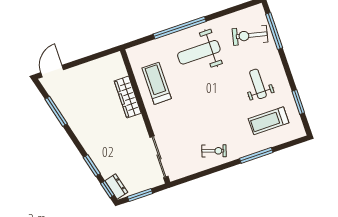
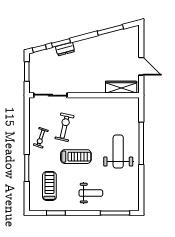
exercise bike: (250, 35) -> (64, 127), moved
door: (52, 71) -> (141, 66), moved
treadmill: (157, 83) -> (76, 157), moved
weight bench: (258, 84) -> (91, 193), moved
wardrobe: (128, 97) -> (121, 87), moved
dresser: (116, 186) -> (65, 49), moved

